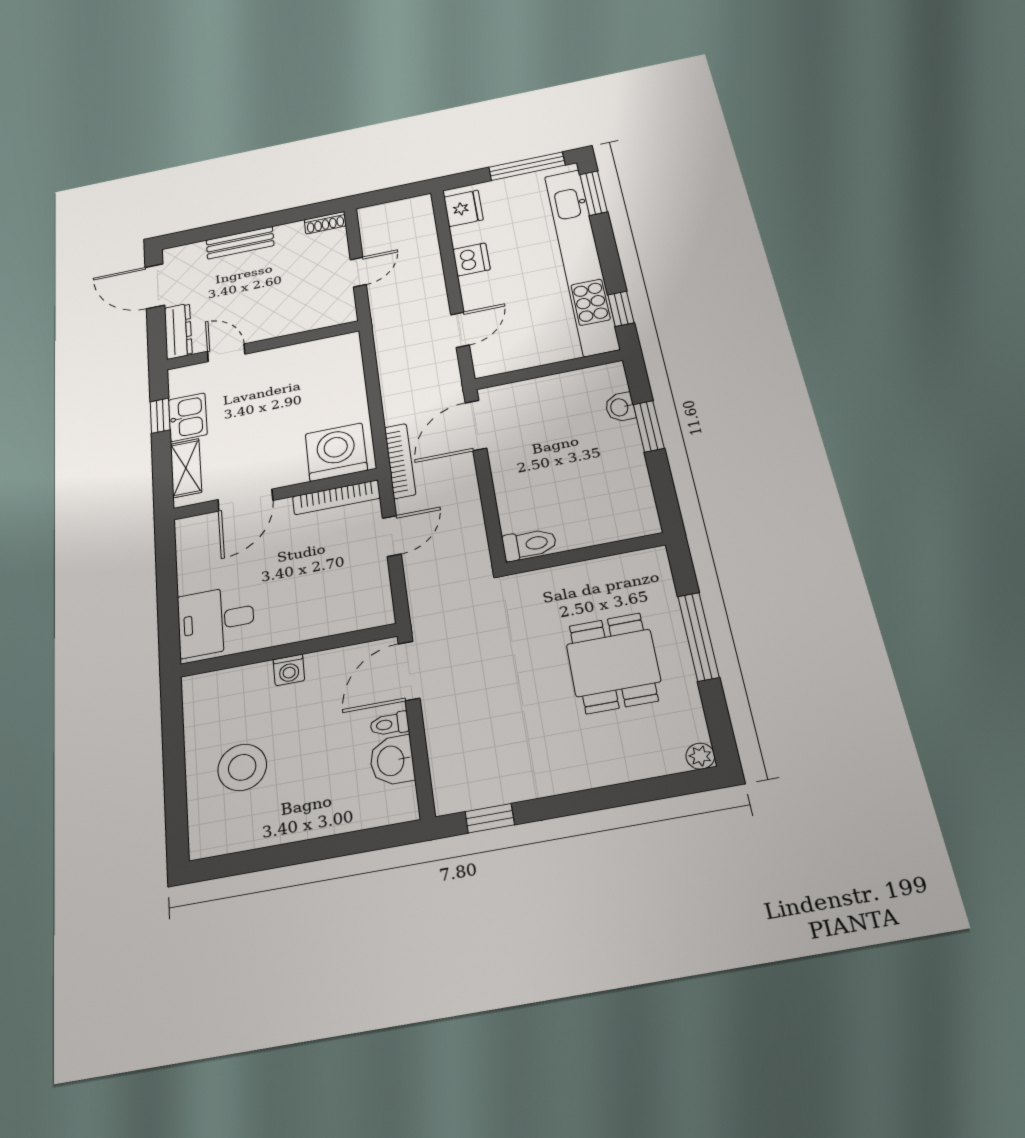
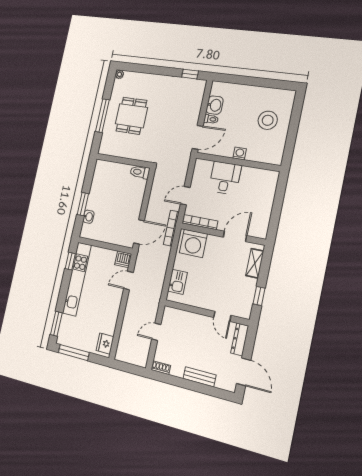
dishwasher: (471, 259) -> (123, 259), moved, turned -90
kitchen unit: (581, 260) -> (77, 279), width x0.73
kitchen sink: (188, 417) -> (178, 282), moved, turned 180
desk: (216, 621) -> (225, 178), moved, turned -90

